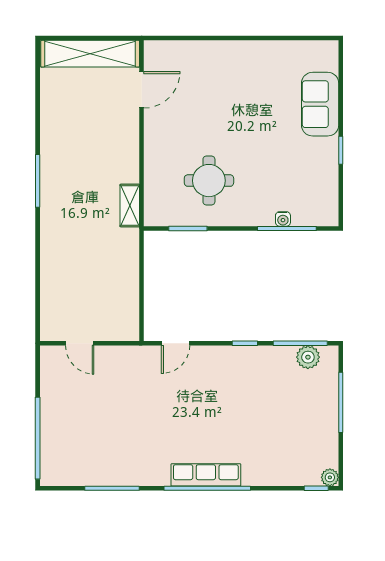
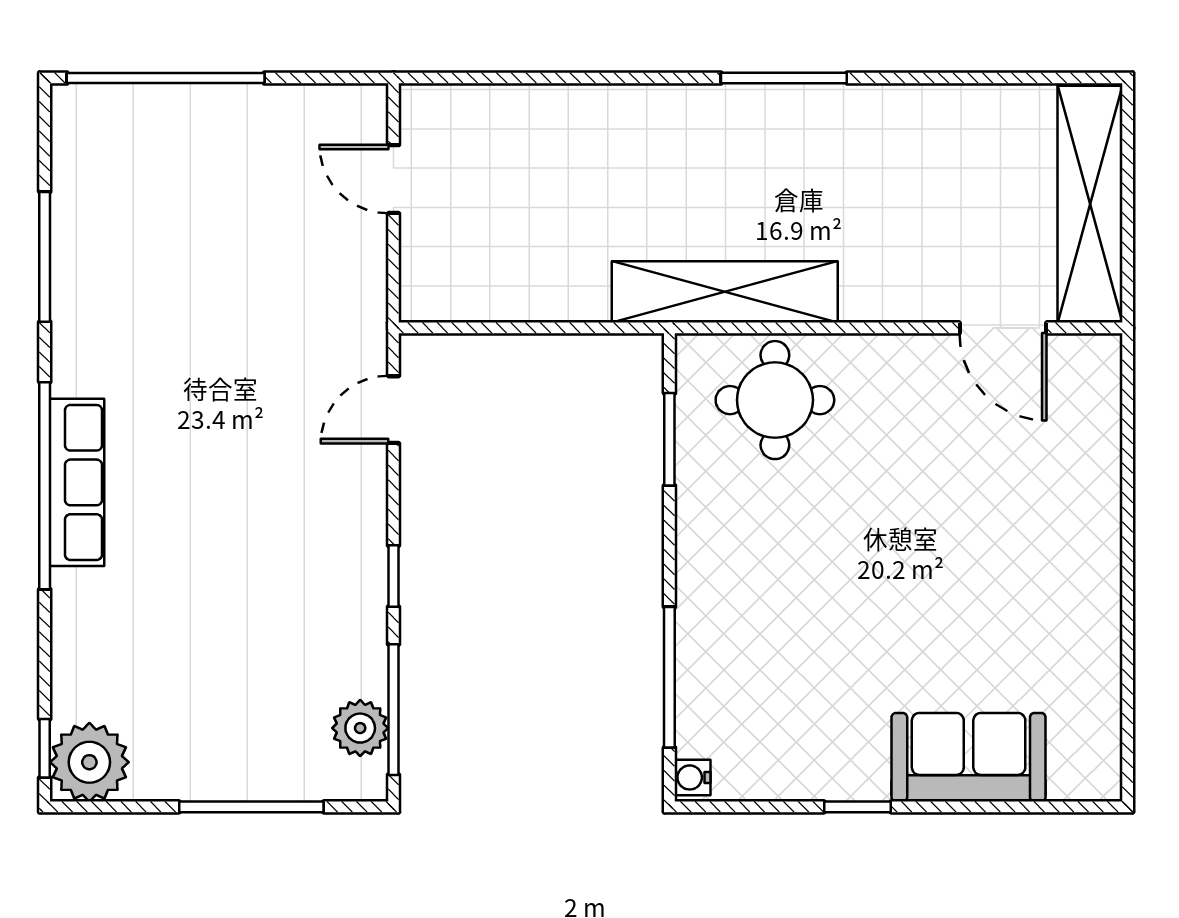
round table: (209, 181) -> (775, 400), moved
shelving: (130, 206) -> (725, 292), width x2.20, depth x1.33
water cooler: (283, 219) -> (693, 777), moved
door: (80, 343) -> (394, 179), hinge flipped
door: (176, 343) -> (394, 410), hinge flipped
plant: (330, 477) -> (89, 762), width x1.87, depth x1.87

